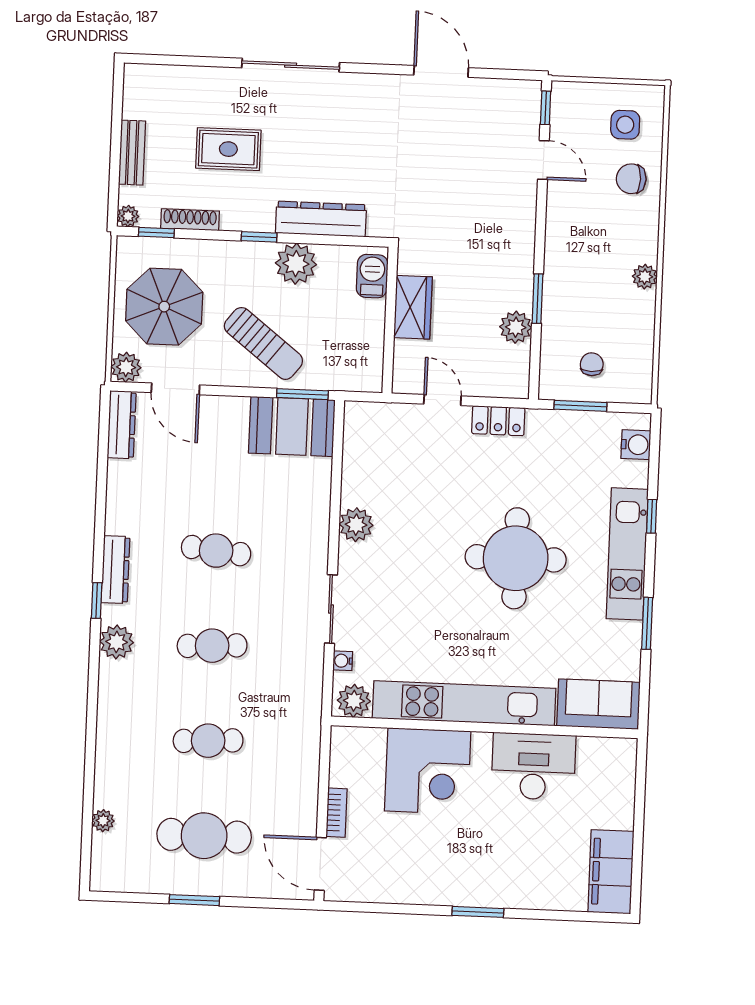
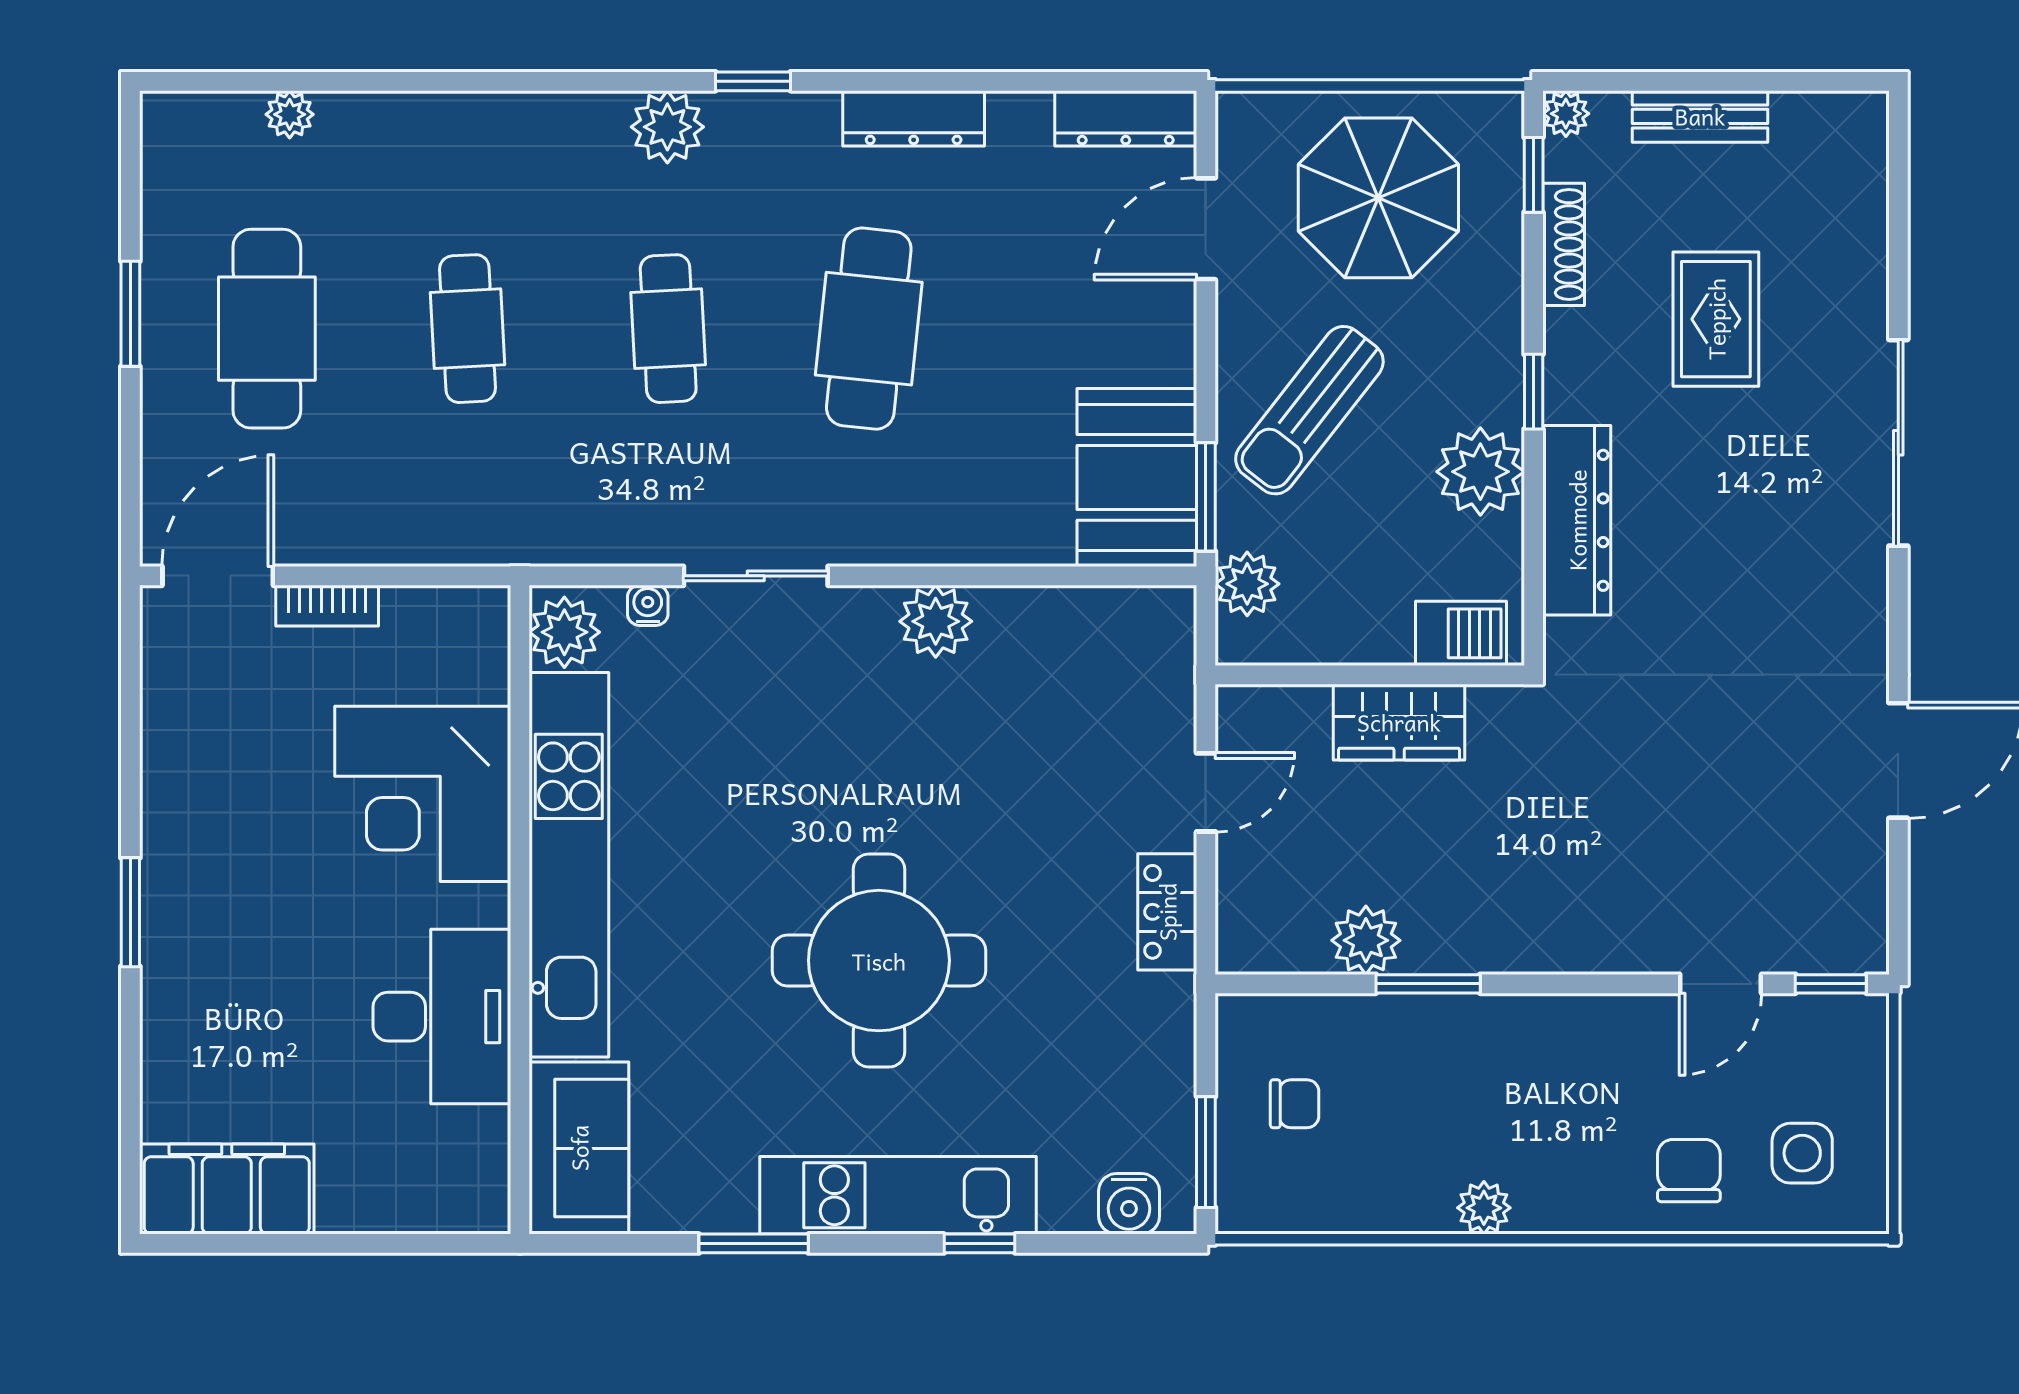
plant: (126, 367) -> (1247, 584), moved
window: (580, 406) -> (1206, 1152), moved
cafe table: (216, 551) -> (869, 329), width x1.37, depth x1.35
dresser: (115, 570) -> (914, 118), moved

